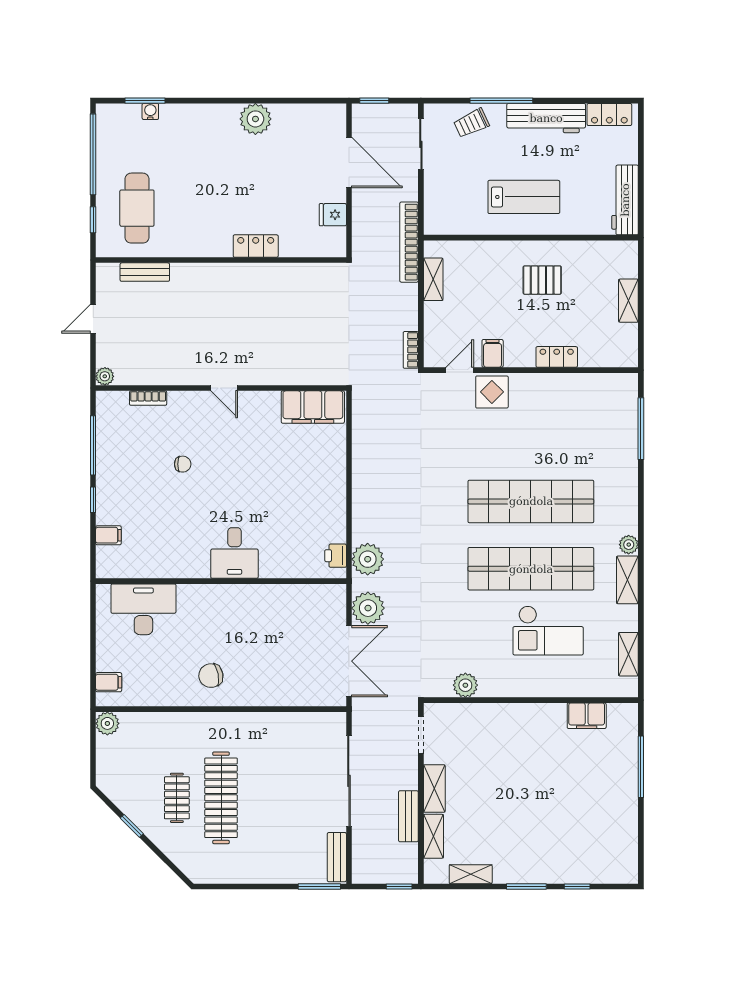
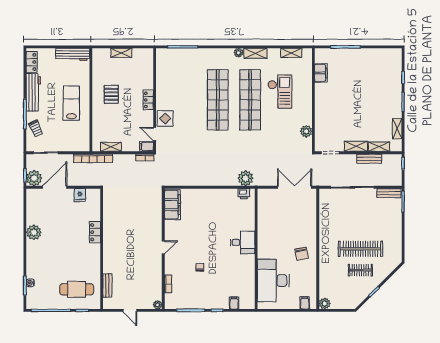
filing cabinet: (493, 353) -> (147, 146), moved
locker: (557, 357) -> (148, 100), moved
plant: (368, 608) -> (34, 178), moved
desk: (143, 609) -> (273, 280), width x1.36, depth x1.30

